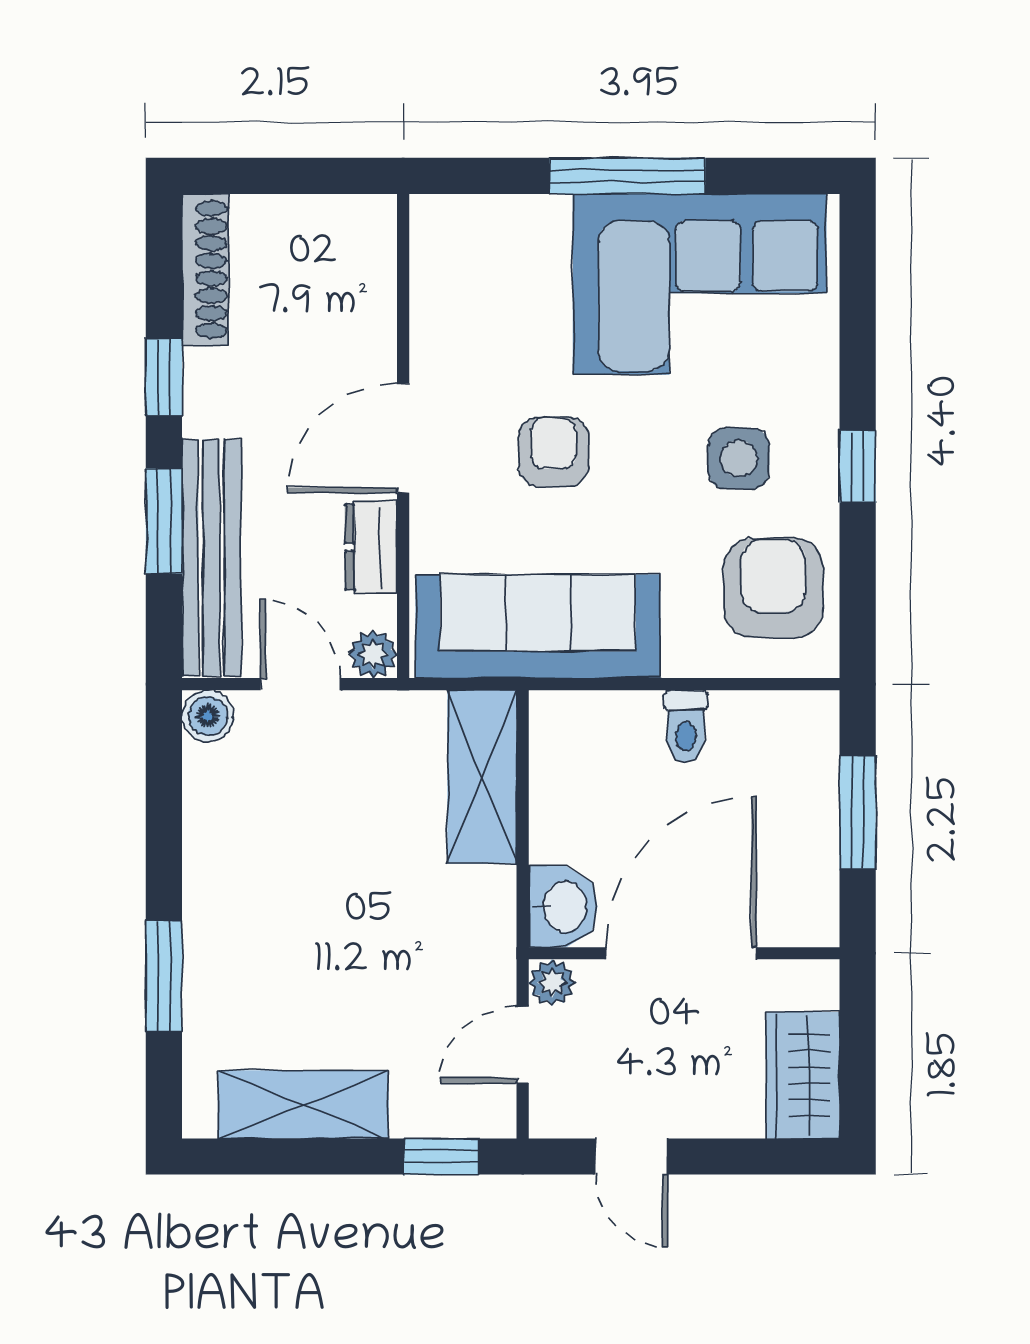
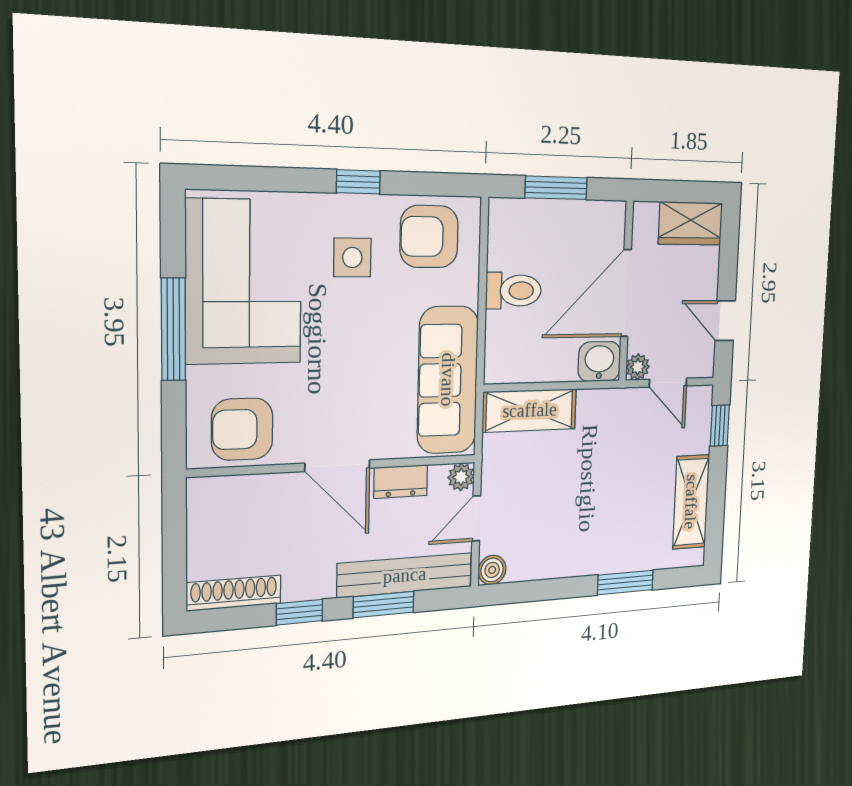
armchair: (553, 452) -> (242, 429), moved, width x1.38, depth x1.38
toilet: (686, 726) -> (514, 291), width x1.37, depth x1.39
door: (681, 953) -> (626, 293), hinge flipped
door: (632, 1157) -> (725, 321), swing flipped

